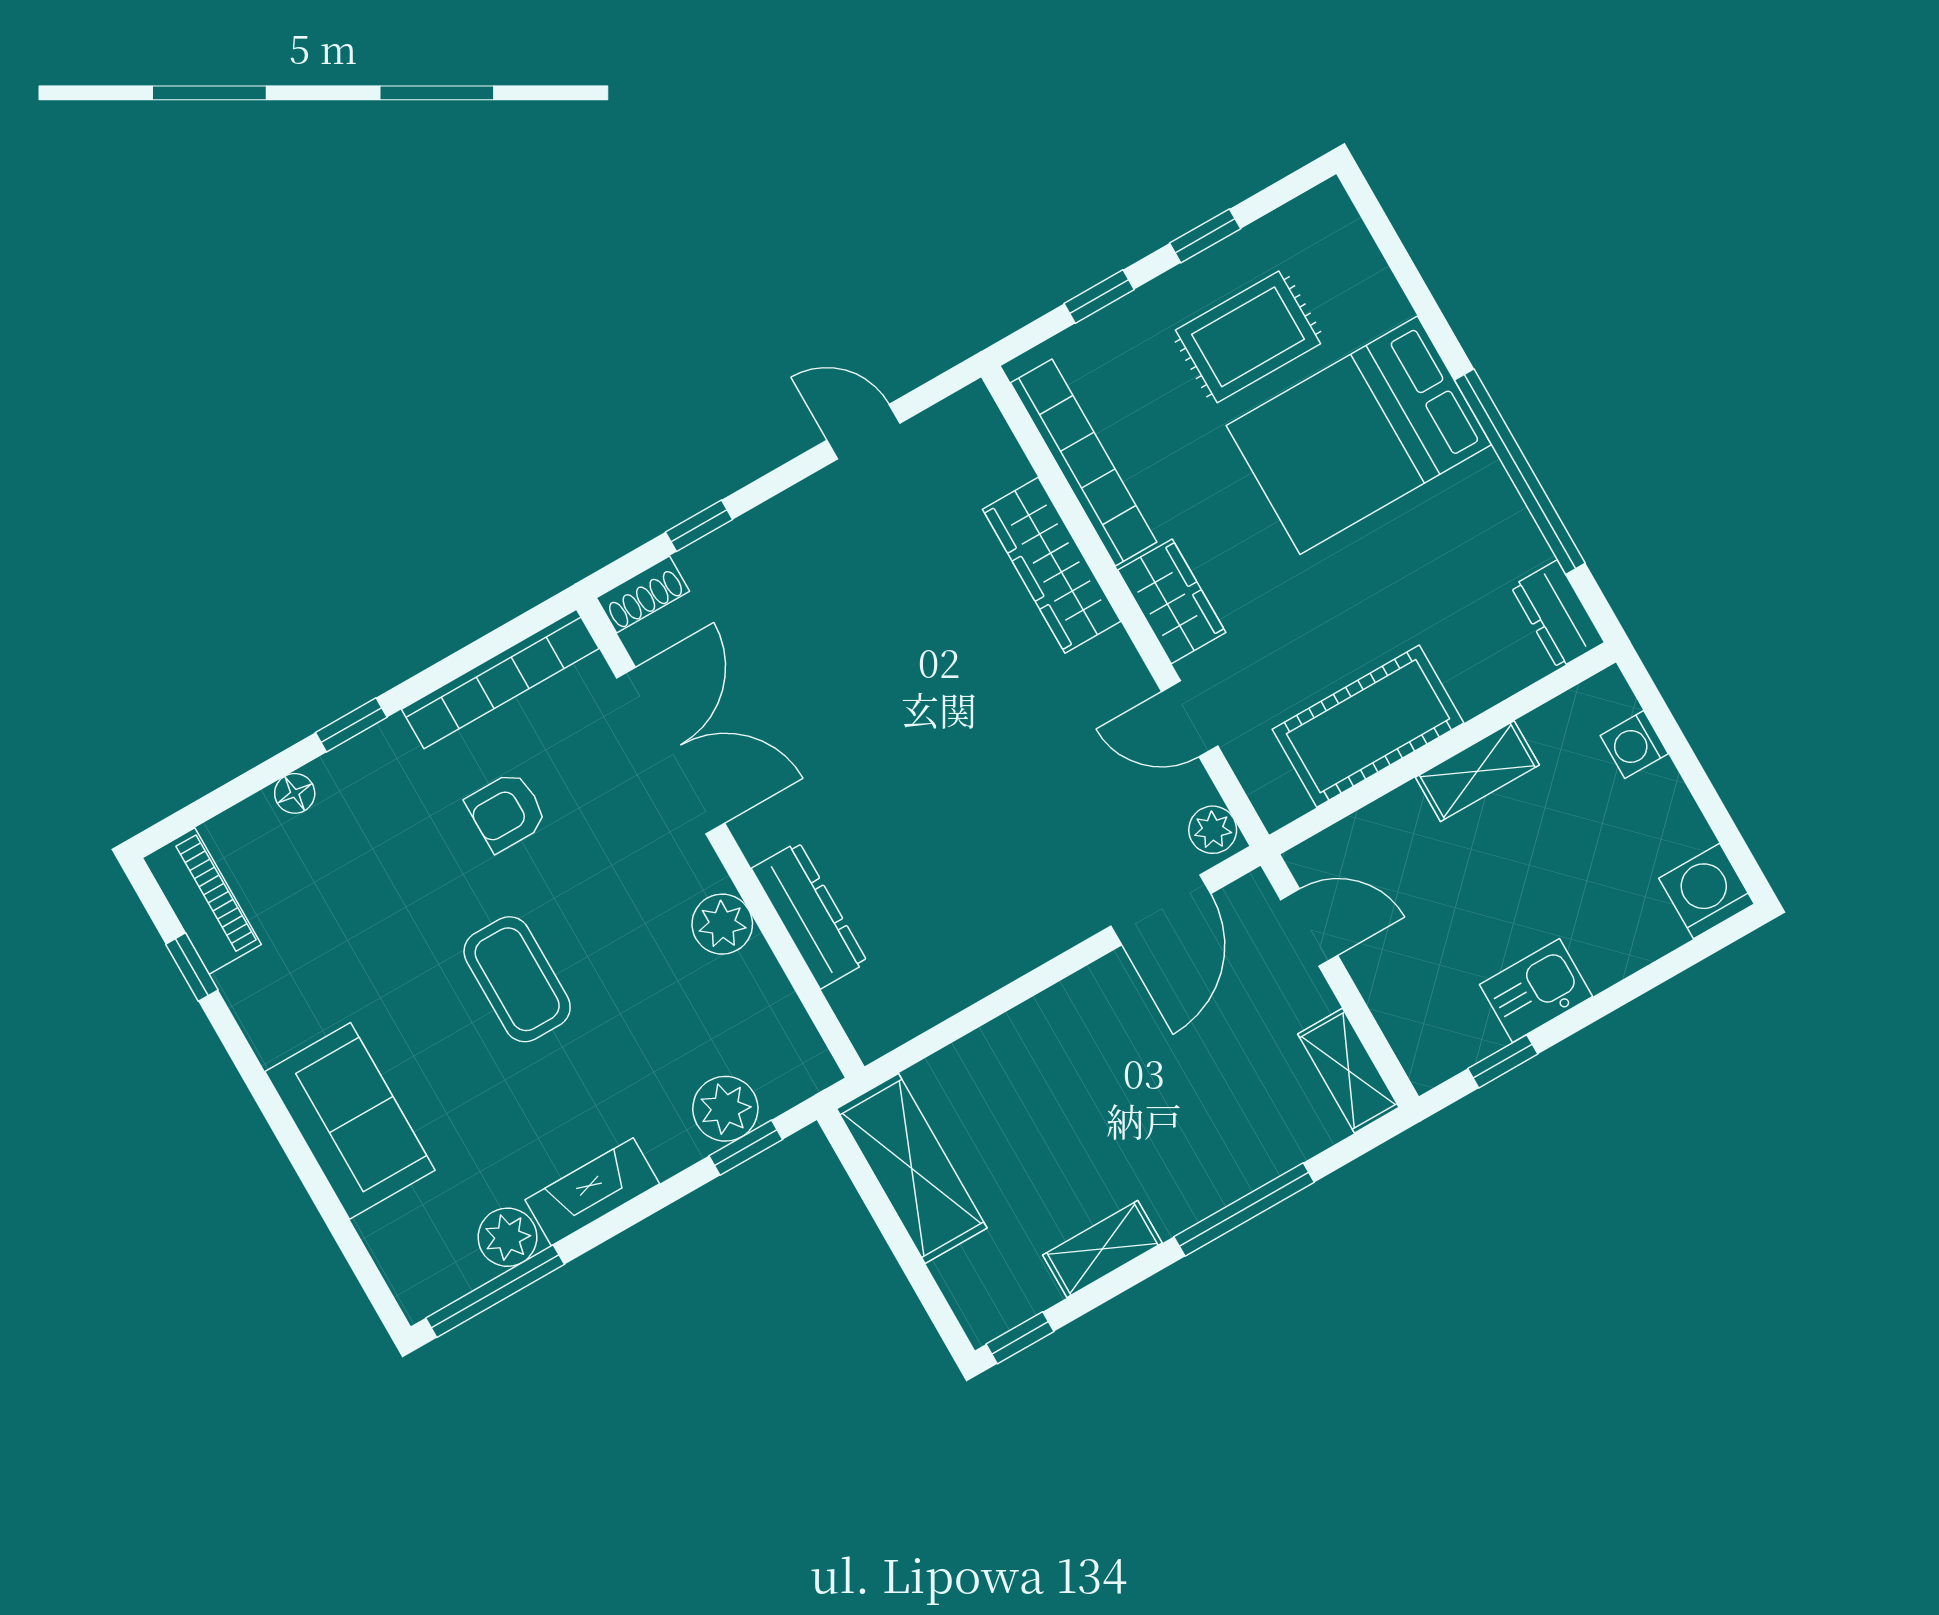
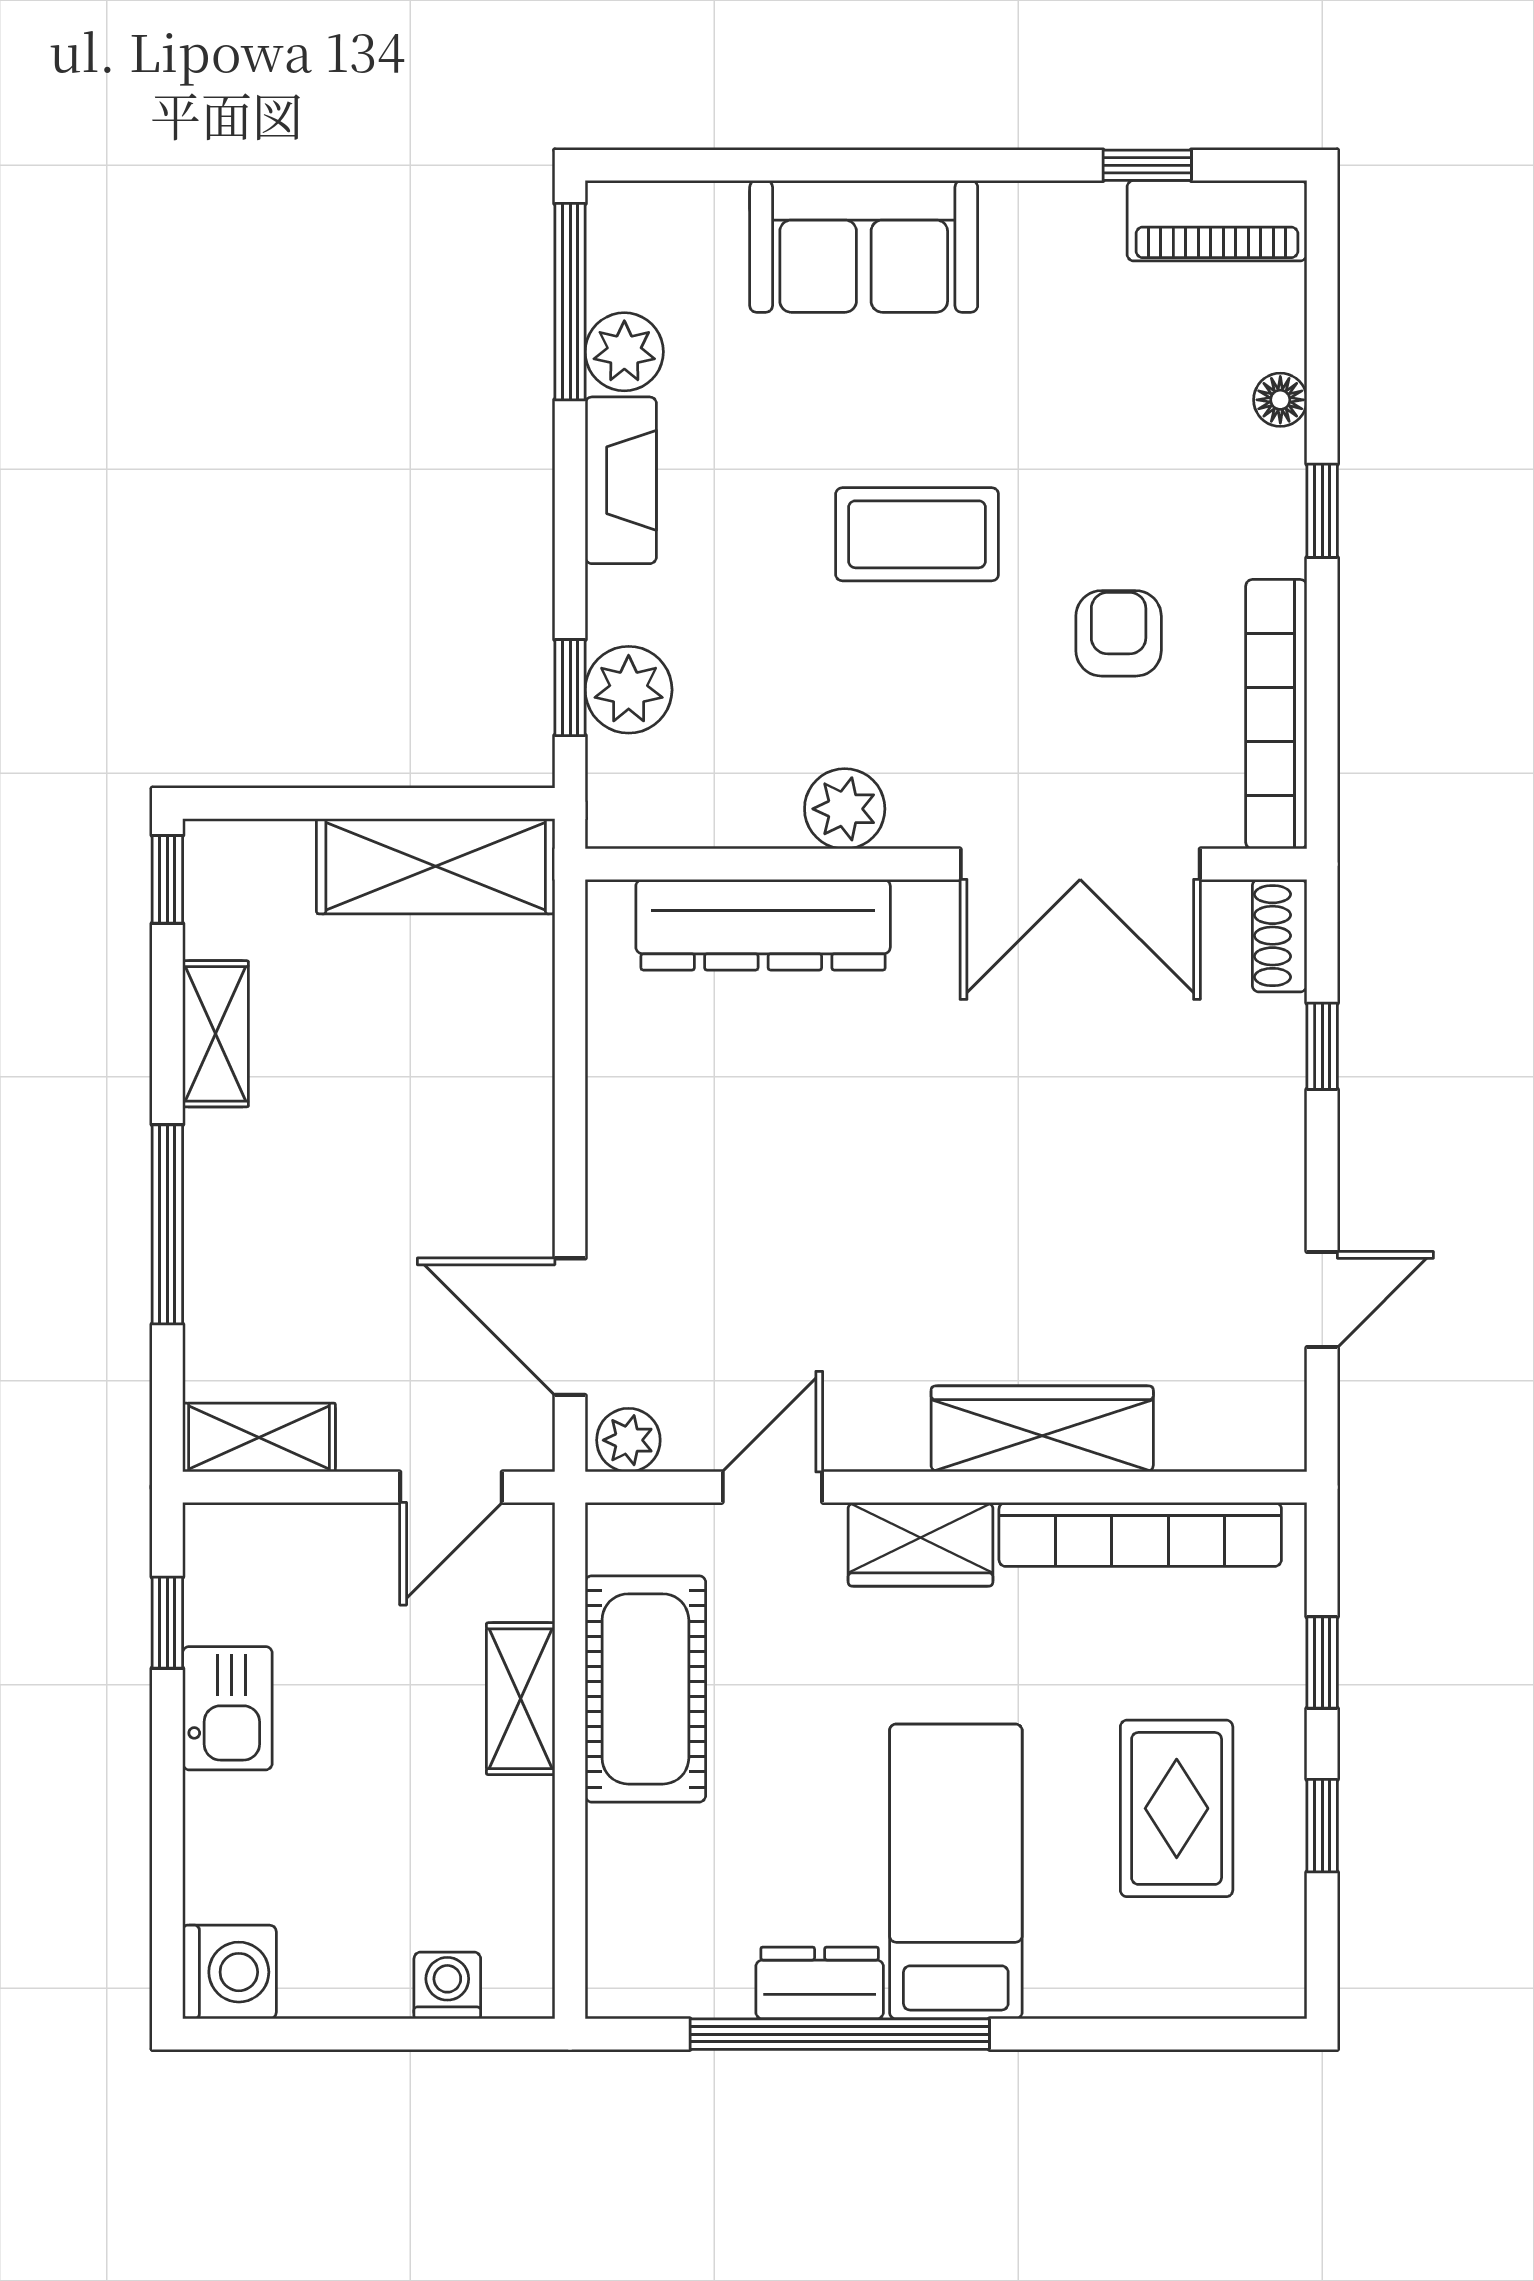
bed: (1359, 435) -> (956, 1872), width x0.67
dresser: (1558, 614) -> (820, 1983), moved
shelving: (1477, 771) -> (521, 1699), moved
dresser: (809, 915) -> (763, 925), width x1.37, depth x1.24

